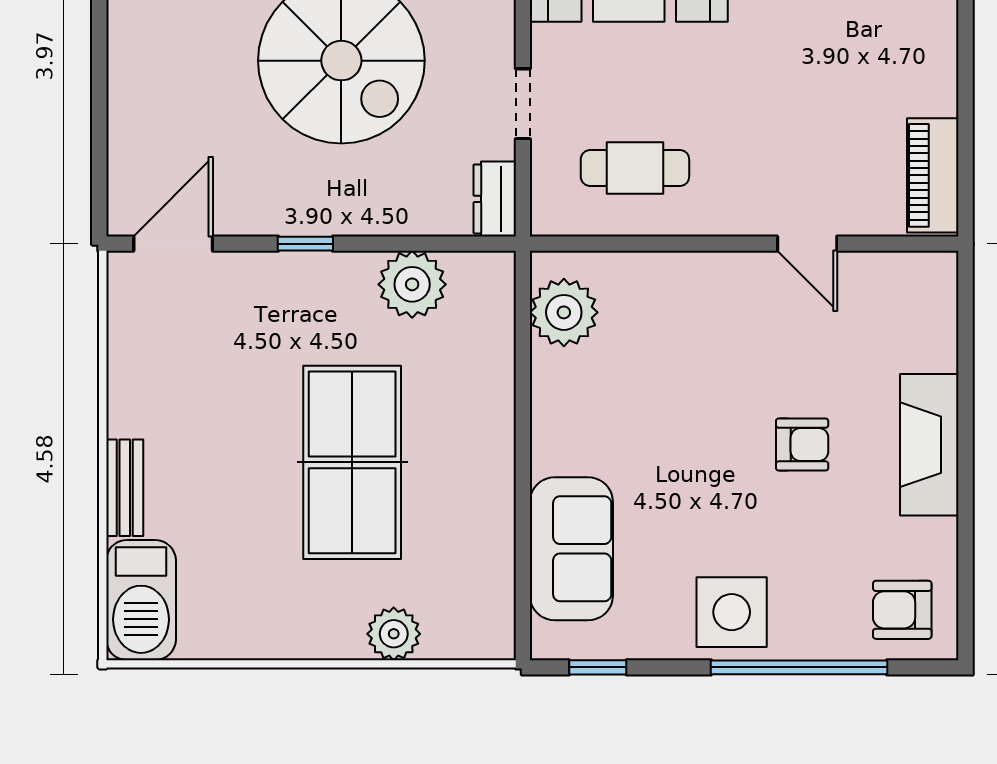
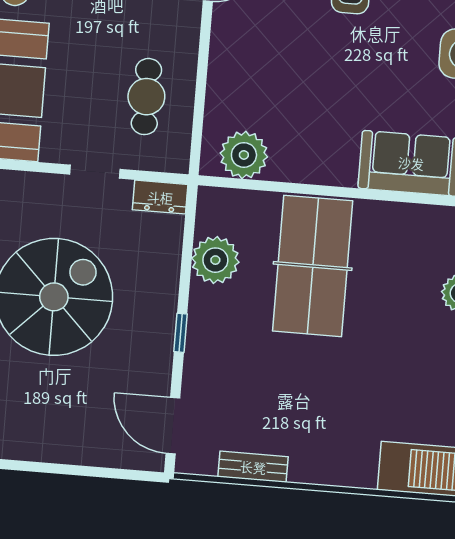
table tennis table: (352, 462) -> (313, 266), moved, turned 90
bench: (125, 488) -> (253, 467), moved

